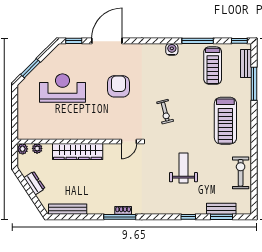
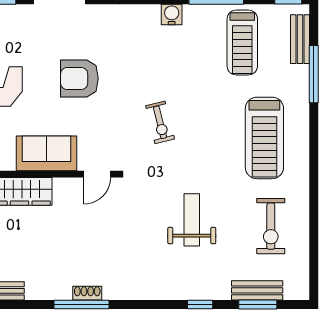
armchair: (118, 86) -> (79, 78), turned -90
sofa: (99, 130) -> (46, 153), added
exercise bike: (241, 173) -> (271, 226), moved, turned 180

